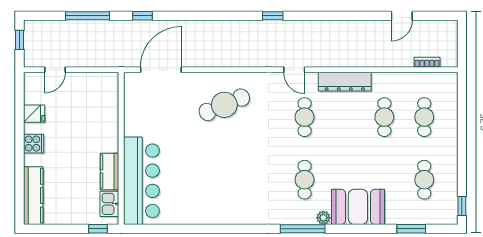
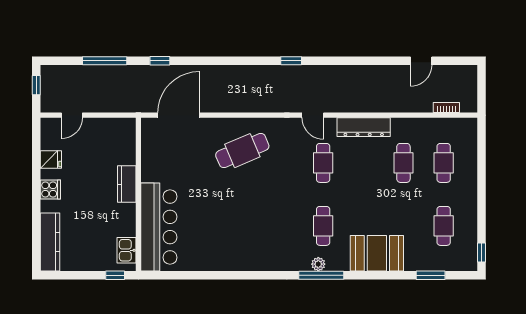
kitchen counter: (109, 171) -> (127, 184), moved
plant: (323, 218) -> (318, 264), moved

